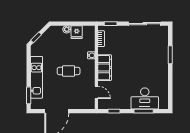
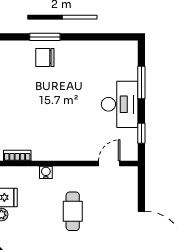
chair: (158, 55) -> (45, 57), added
filing cabinet: (105, 68) -> (67, 149), removed
desk: (145, 98) -> (120, 104), moved

